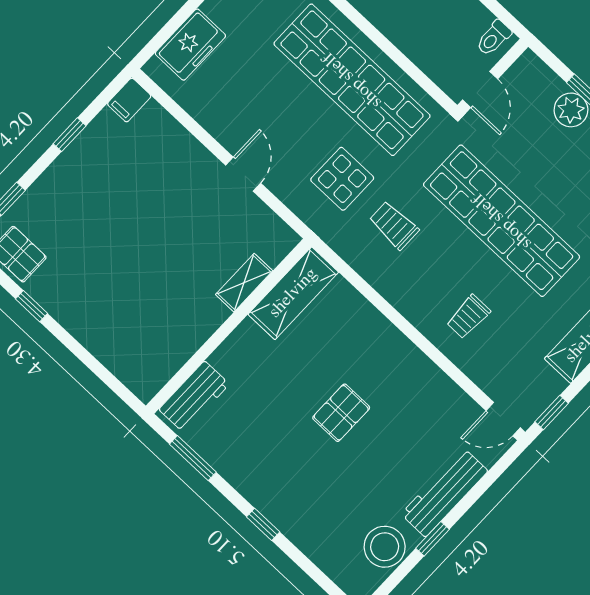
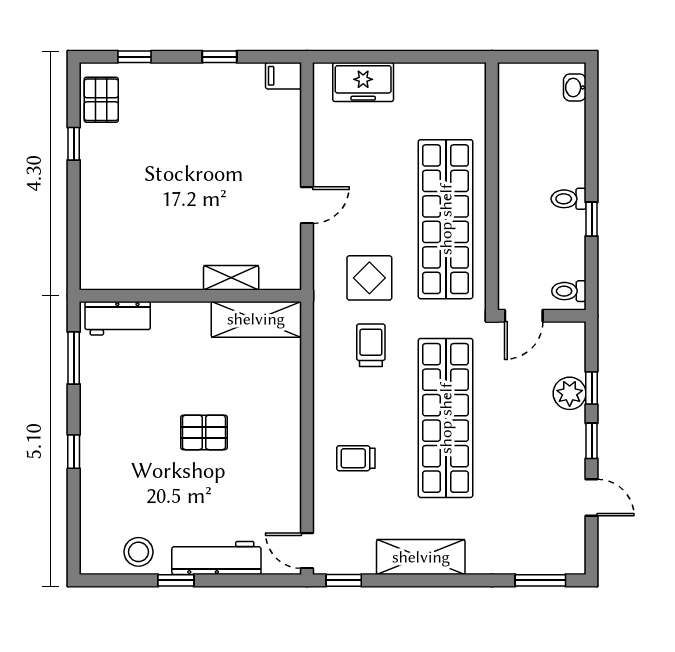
stool: (385, 547) -> (138, 552), width x0.73, depth x0.73

